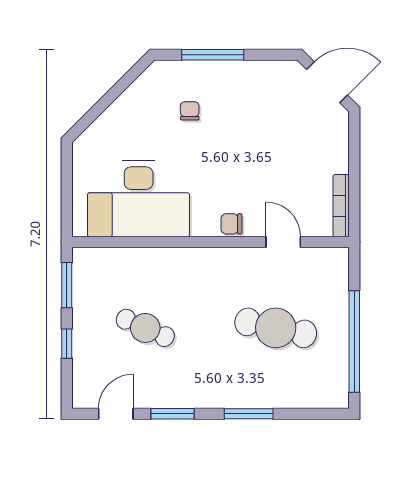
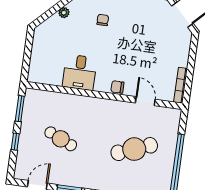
plant: (120, 107) -> (64, 13), added
desk: (139, 199) -> (80, 72), width x0.53, depth x0.77
cafe table: (276, 328) -> (134, 149), turned -33

